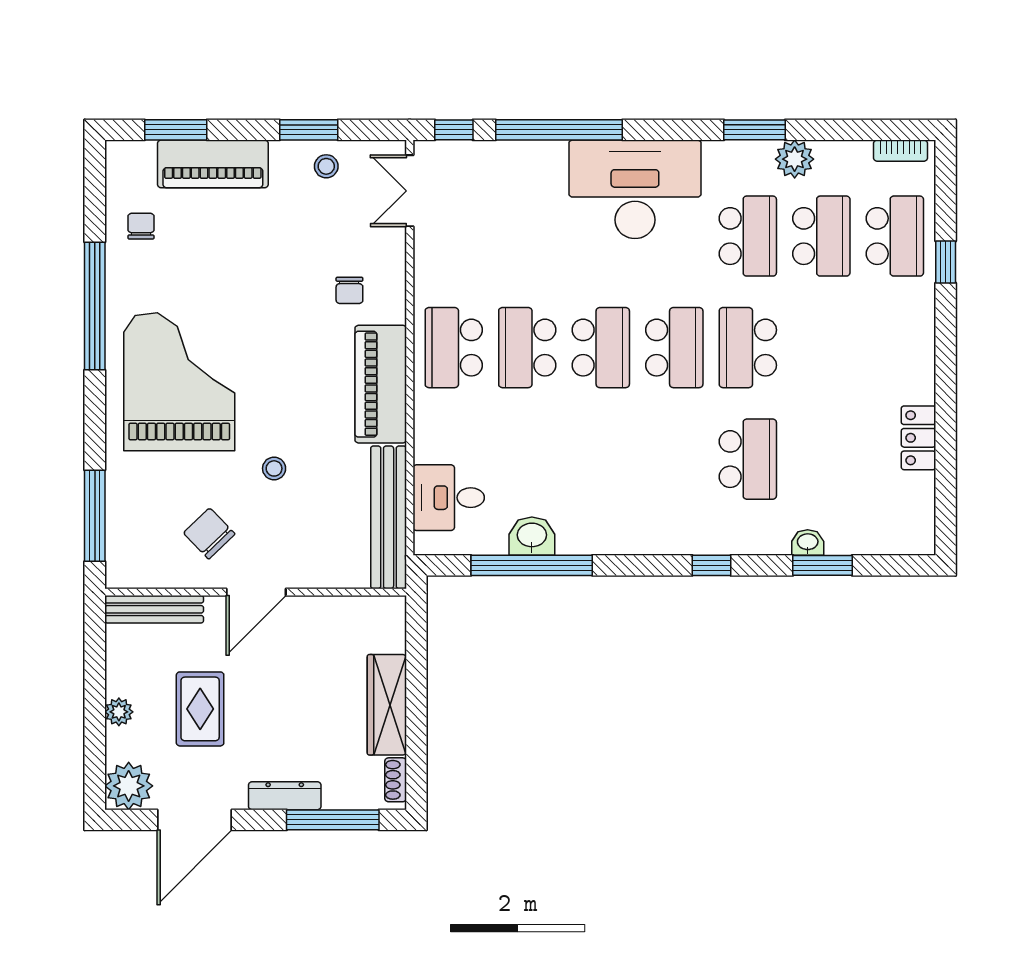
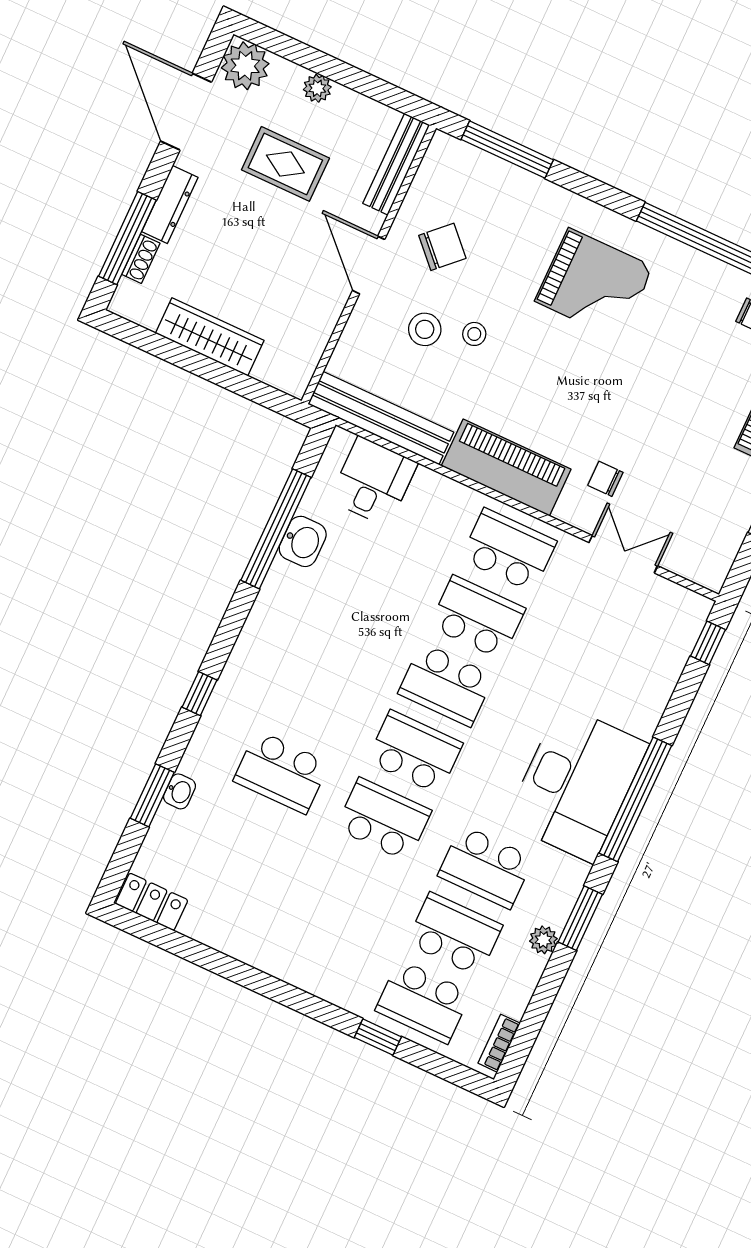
window: (559, 130) -> (635, 799), moved
plant: (795, 159) -> (543, 940), width x0.73, depth x0.73
stool: (326, 166) -> (425, 329), moved, width x1.37, depth x1.37
double door: (410, 191) -> (623, 554), moved
school desk: (821, 236) -> (454, 934), turned 180
school desk: (674, 348) -> (415, 752), turned 180
grand piano: (179, 382) -> (594, 284), width x0.73, depth x0.68
locker: (918, 438) -> (152, 902), moved
shoe rack: (396, 780) -> (141, 259), moved, turned 90

